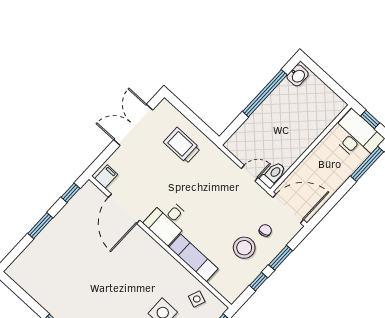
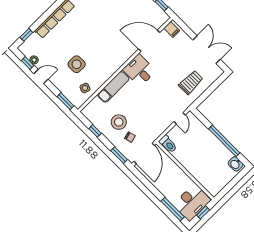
door: (250, 173) -> (180, 118), moved
window: (281, 258) -> (119, 155), moved

